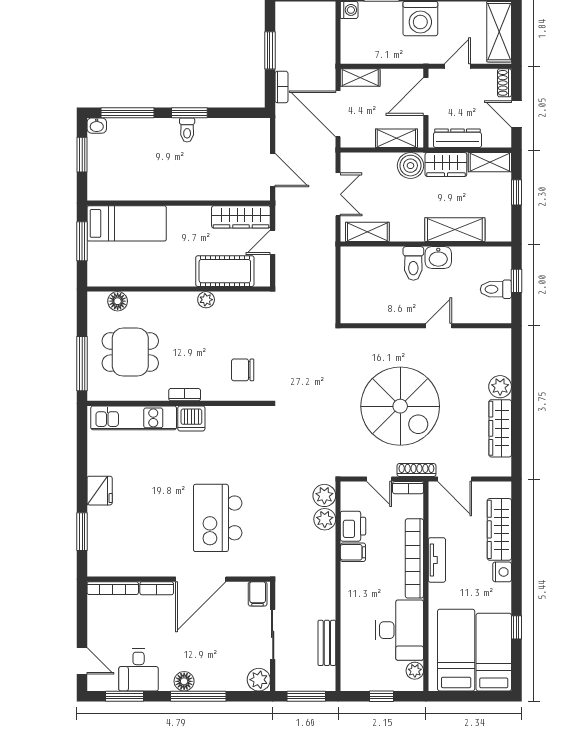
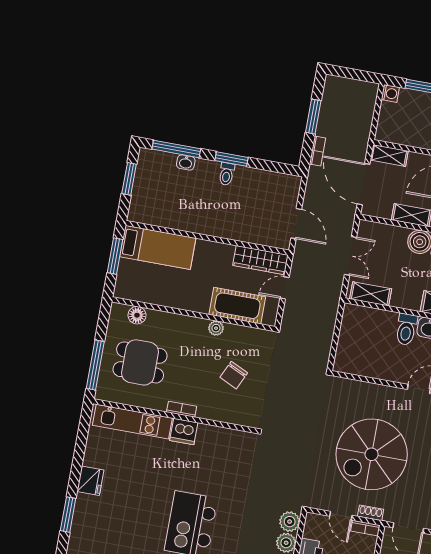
washbasin: (97, 126) -> (186, 162), moved
chair: (243, 370) -> (234, 375), moved, turned -65
spiral stairs: (400, 406) -> (372, 454), turned 90
shoe rack: (416, 470) -> (371, 513), width x0.70

